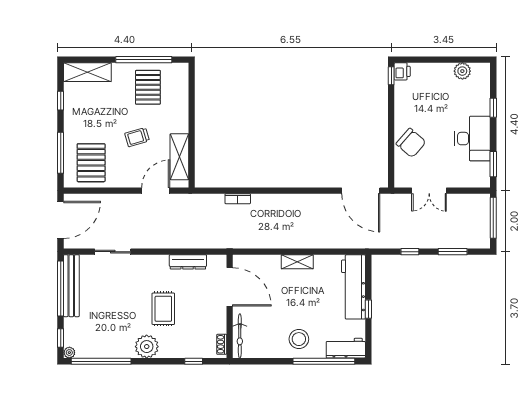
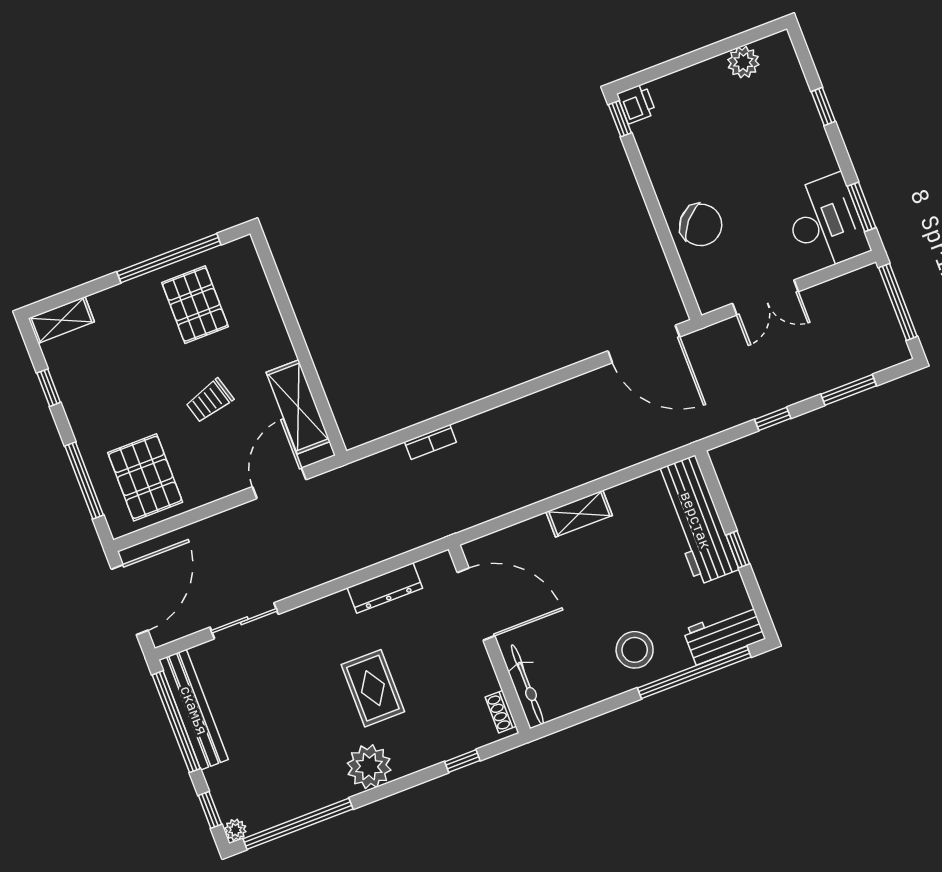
shelving: (87, 72) -> (61, 320), width x0.67, depth x0.75
desk: (473, 139) -> (825, 223), moved

